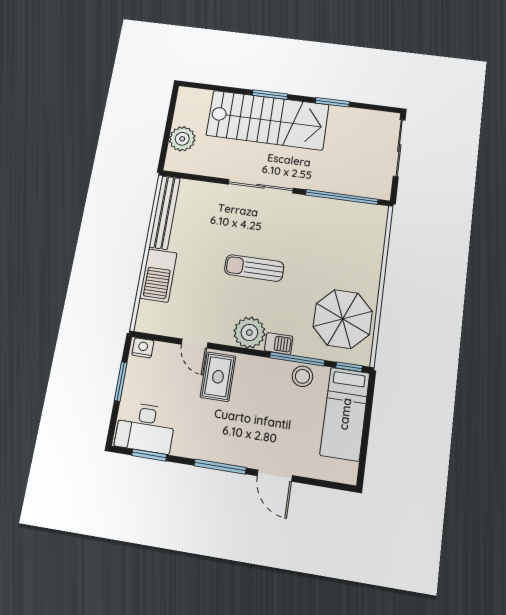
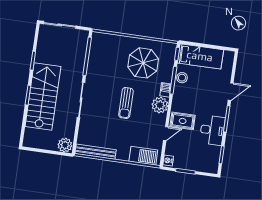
plant: (182, 139) -> (65, 145), moved
barbecue: (158, 275) -> (143, 156), moved
parasol: (343, 319) -> (143, 63), moved
desk: (145, 428) -> (212, 130), moved

